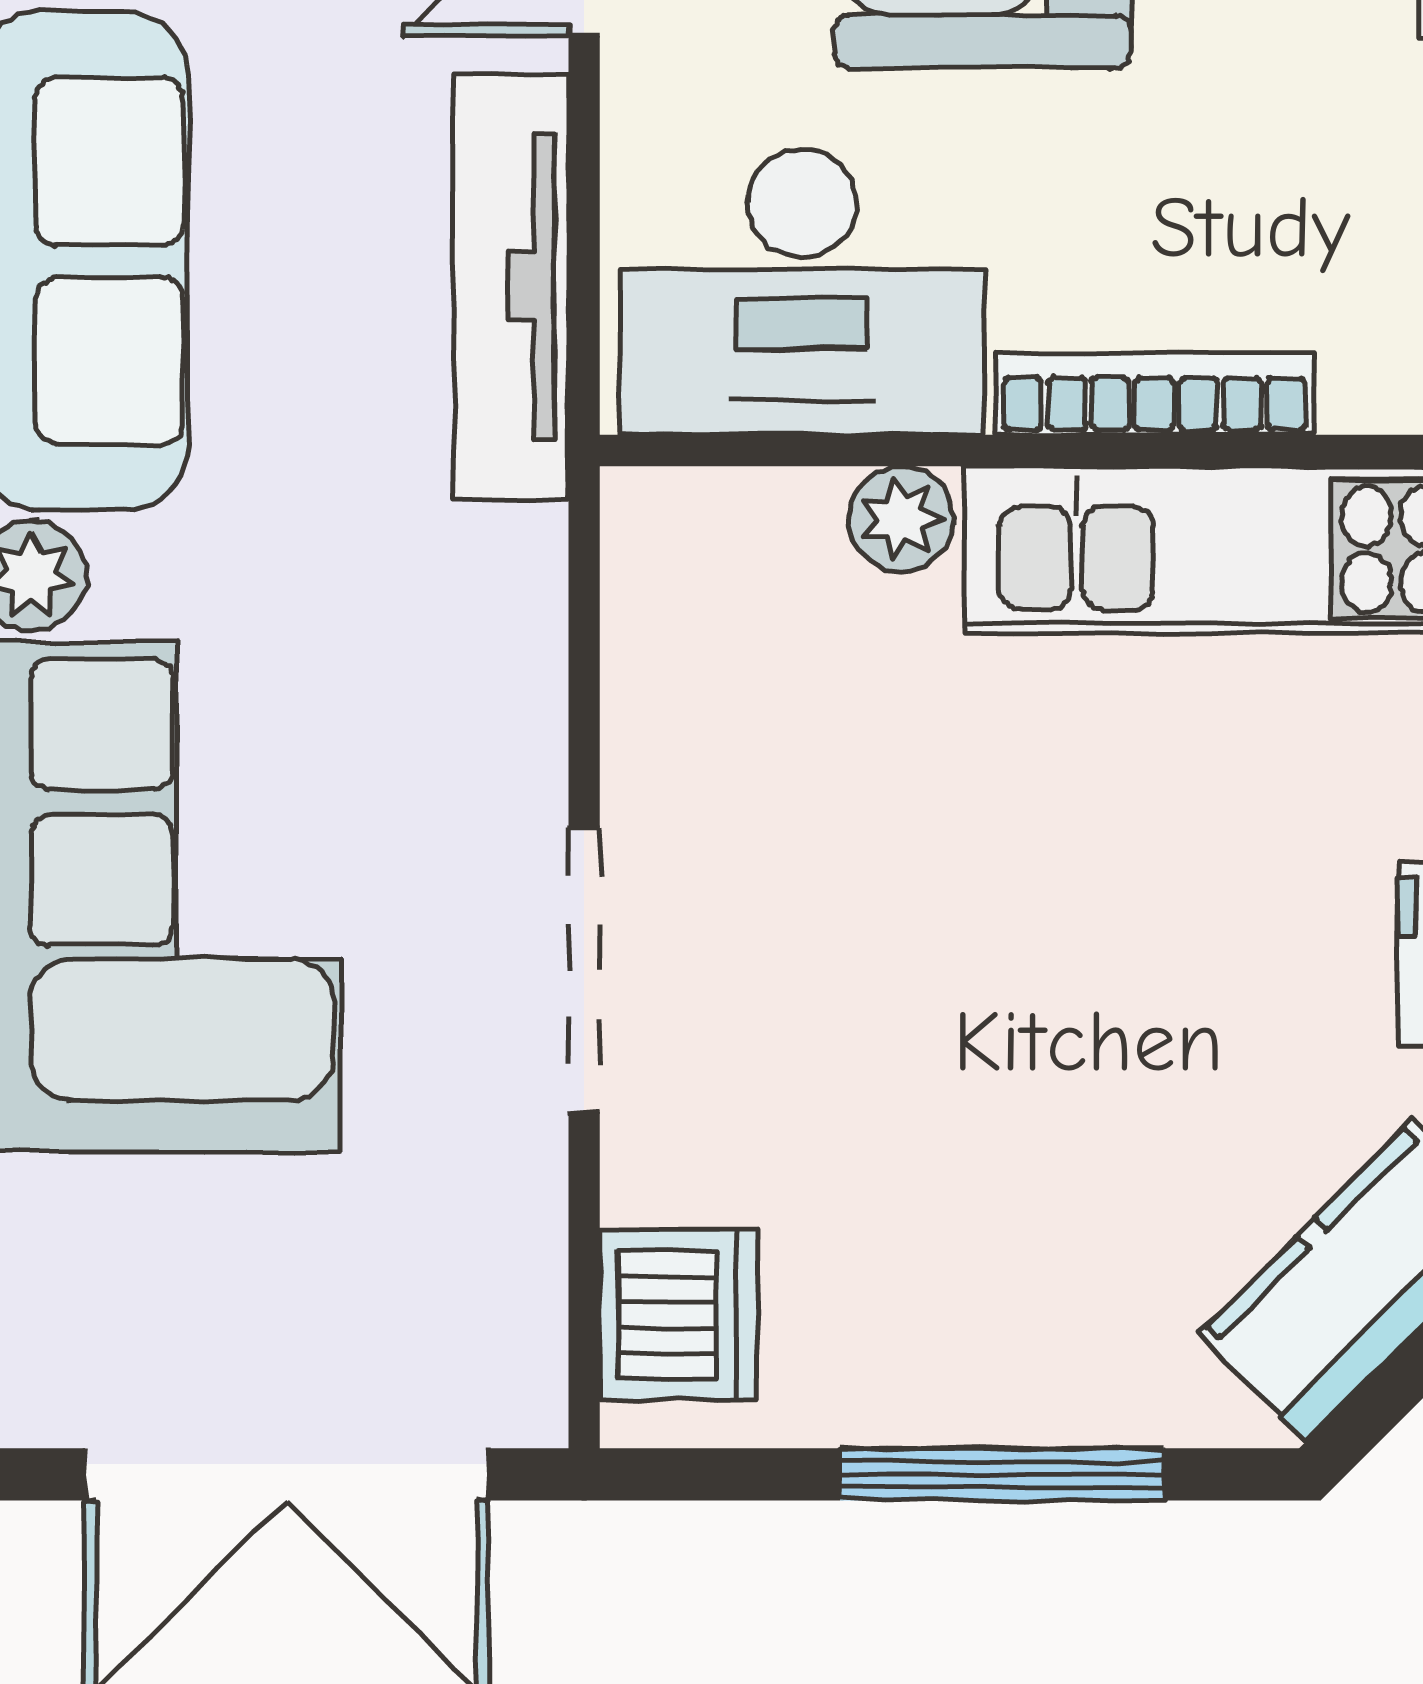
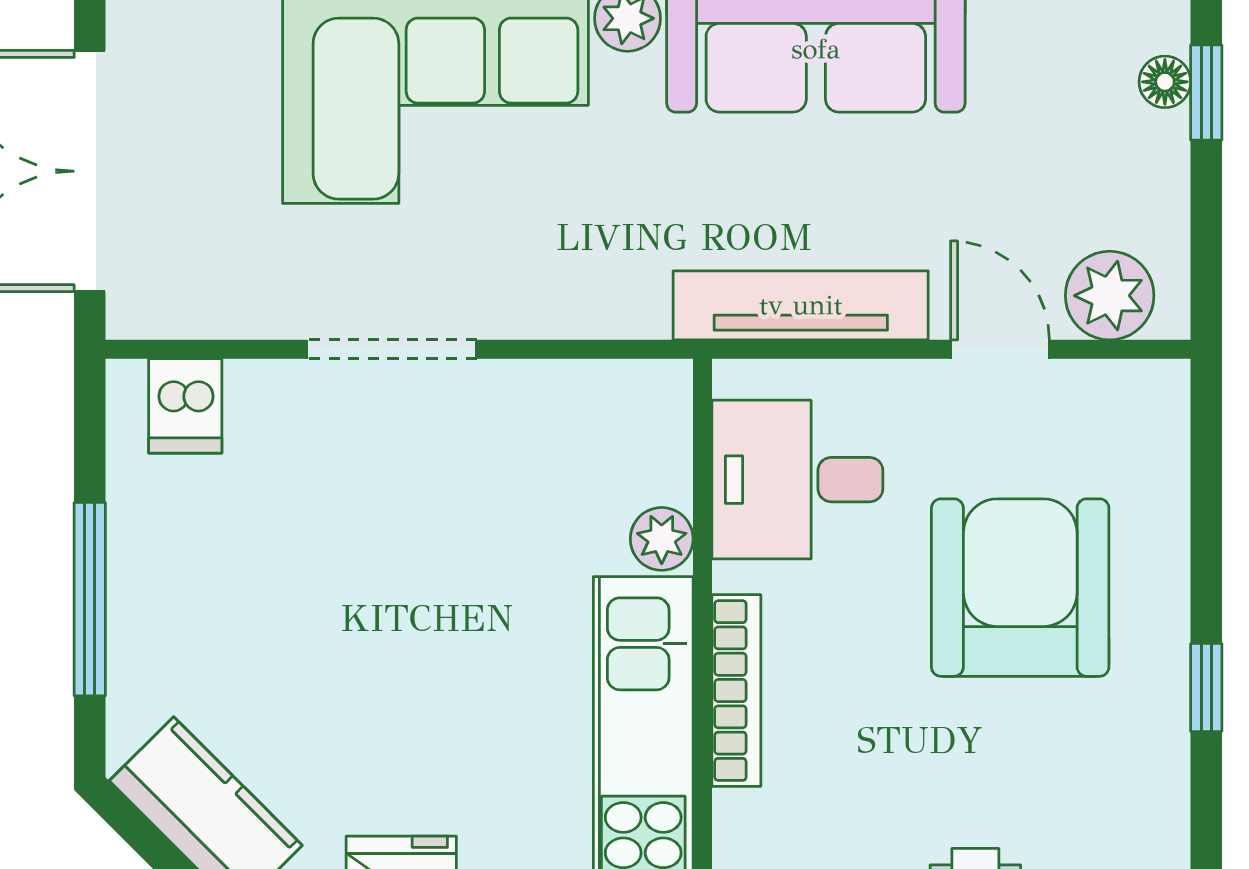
desk: (802, 292) -> (797, 480), width x0.73
dishwasher: (679, 1315) -> (185, 406), width x0.73

